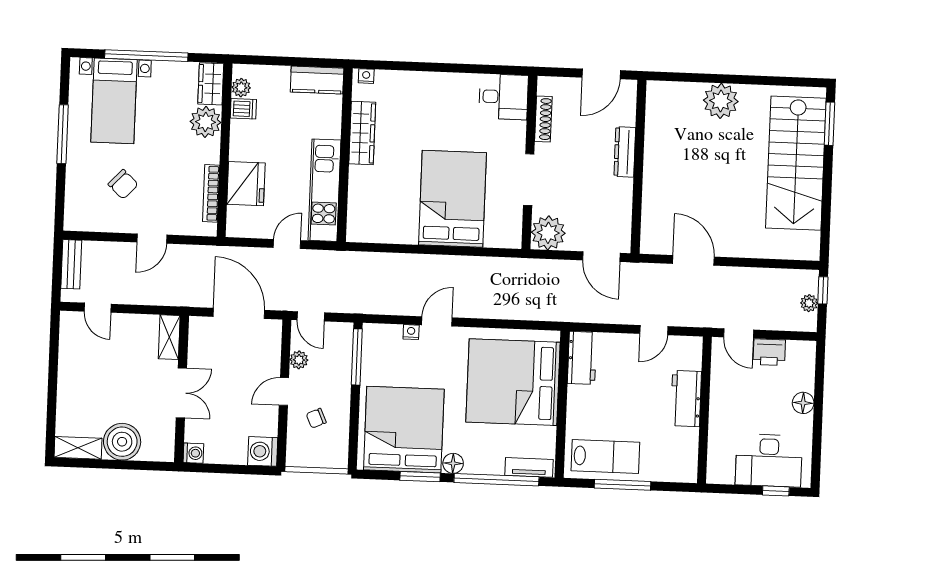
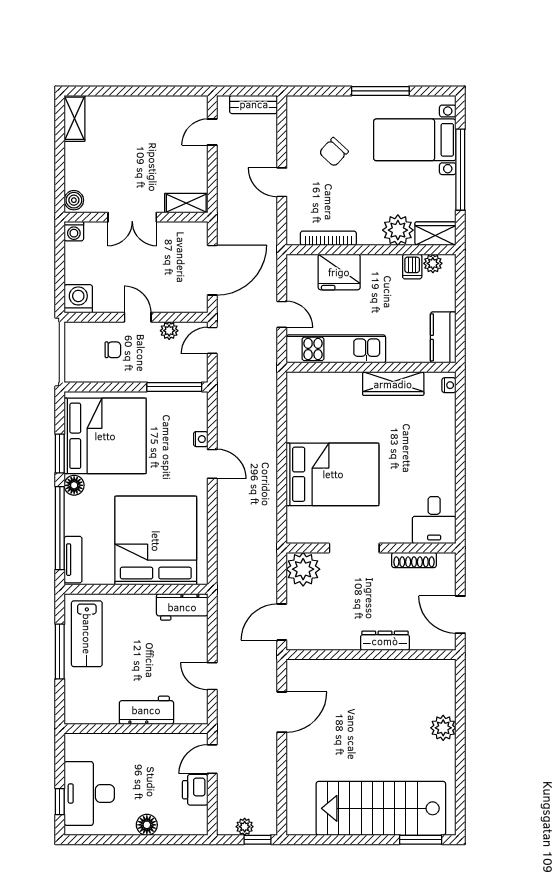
plant: (721, 101) -> (443, 728), width x0.73, depth x0.73
chair: (316, 418) -> (113, 350), turned 114
boiler: (122, 442) -> (74, 200), moved, width x0.54, depth x0.54

